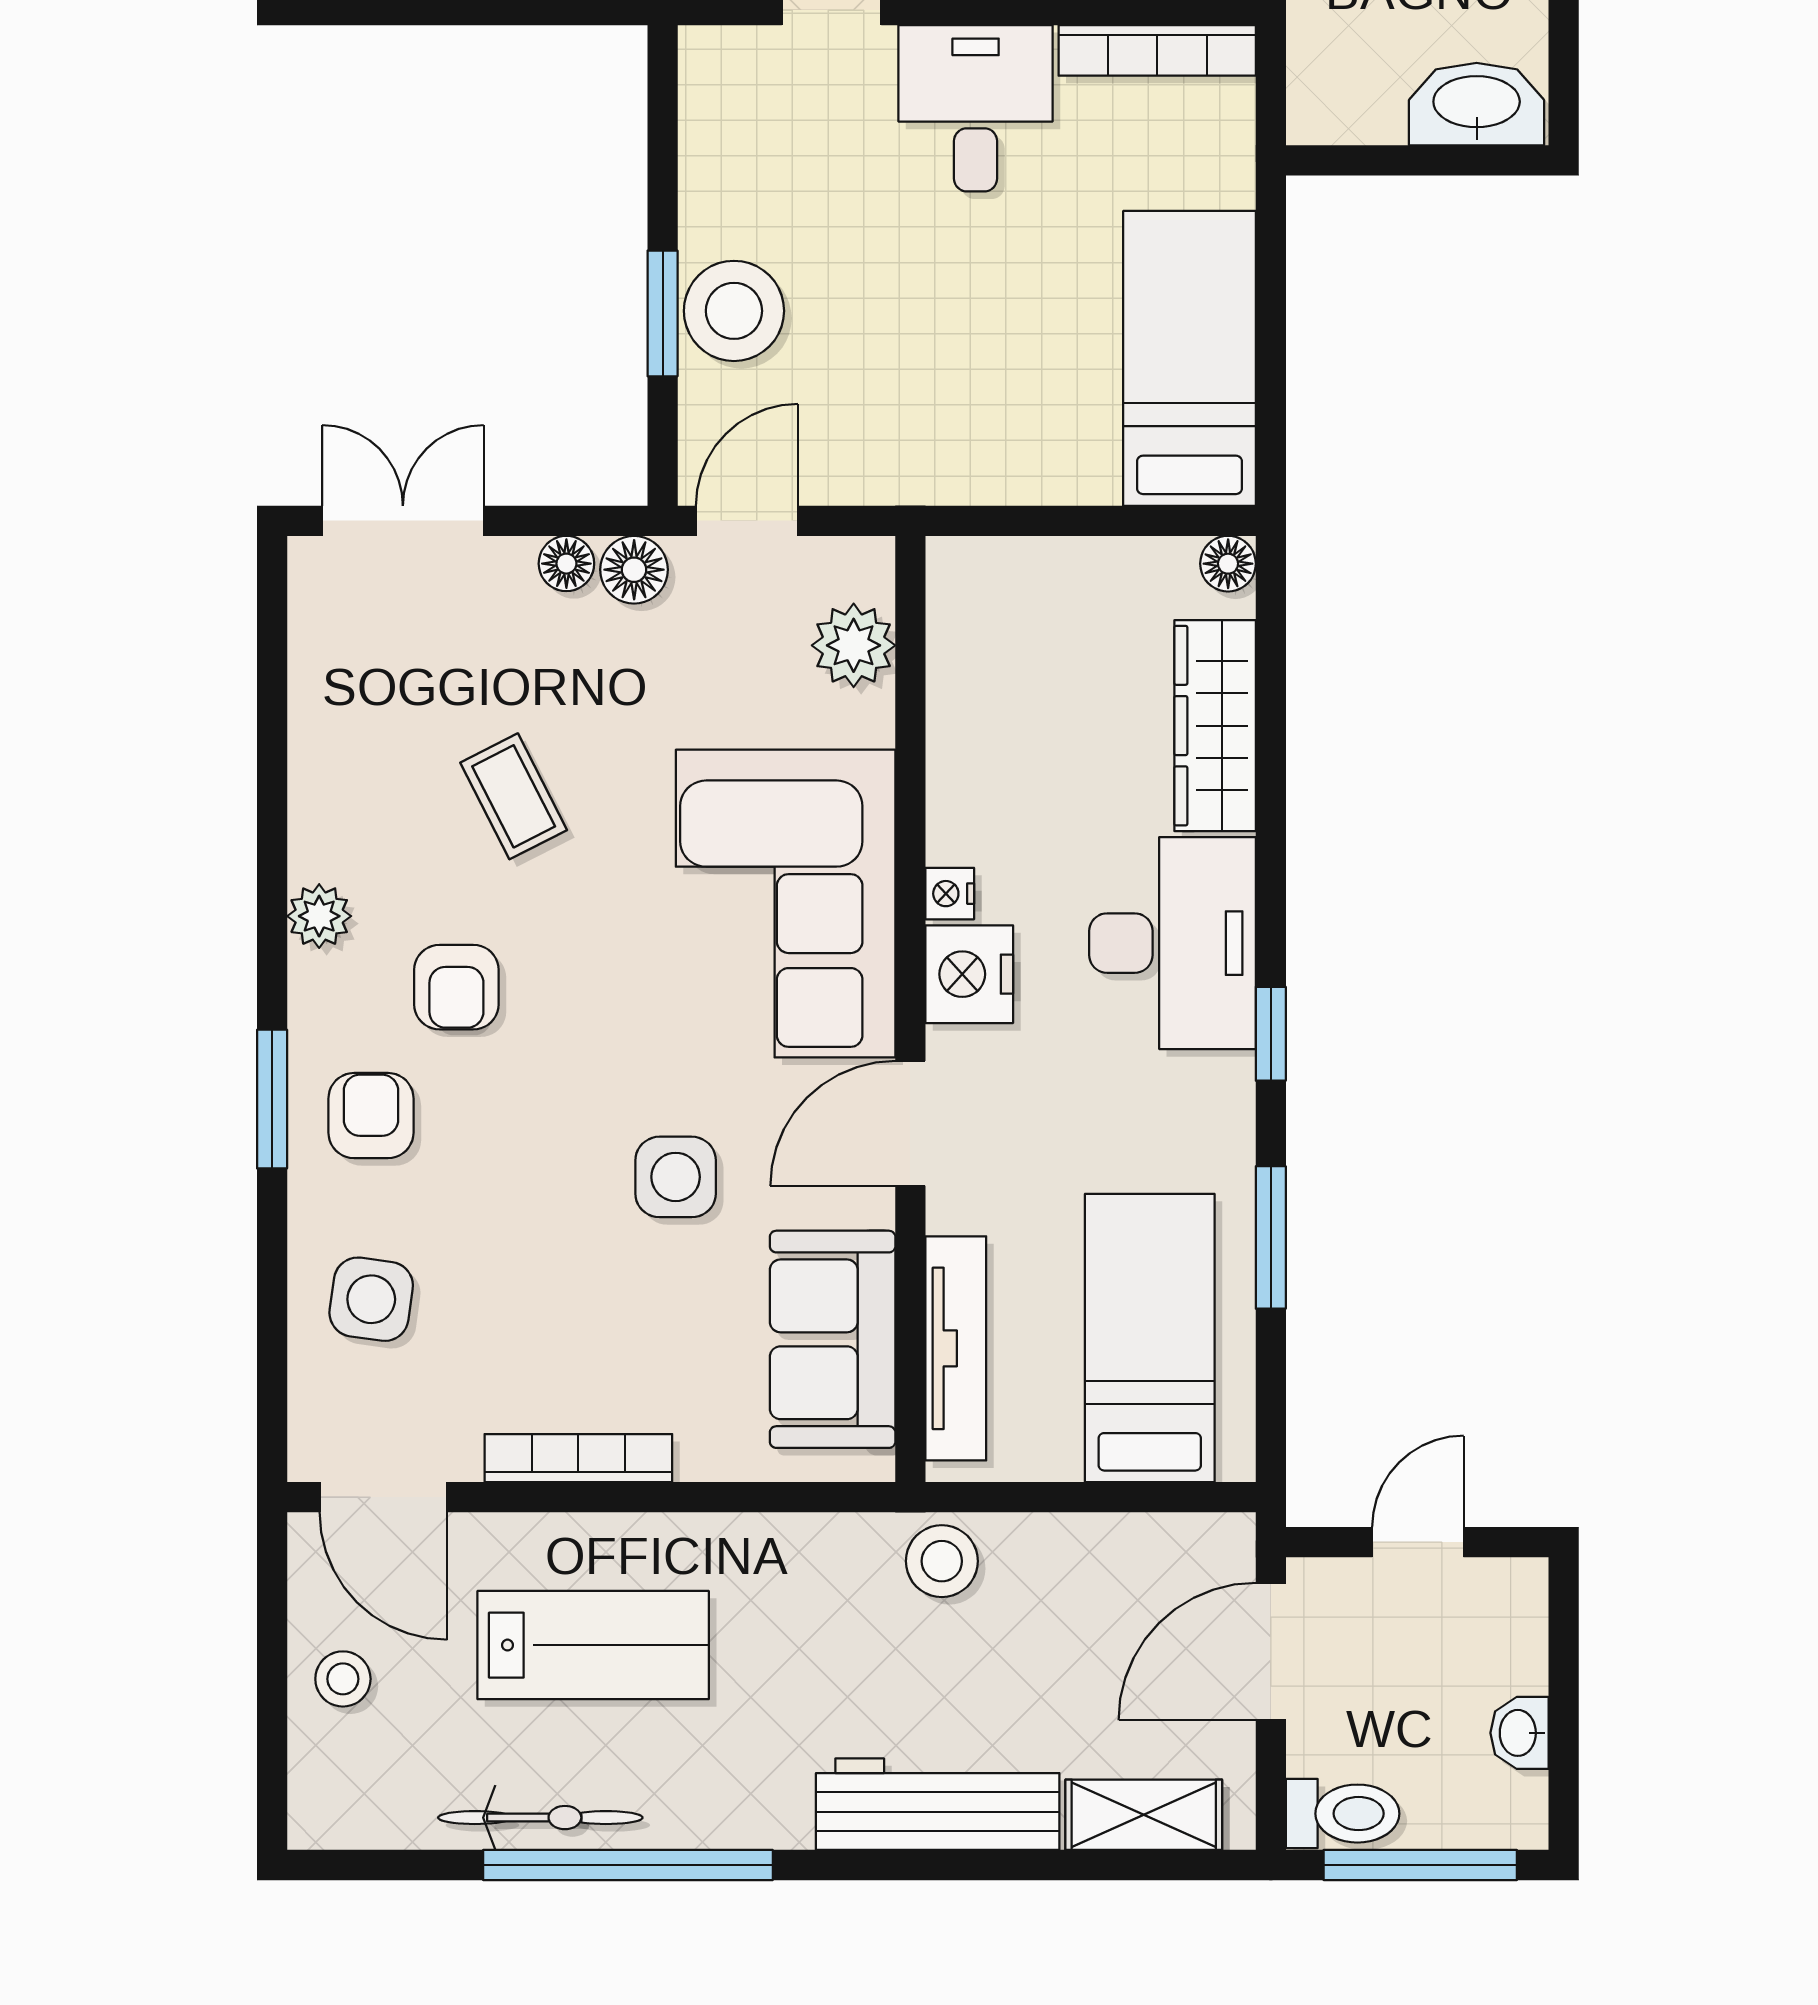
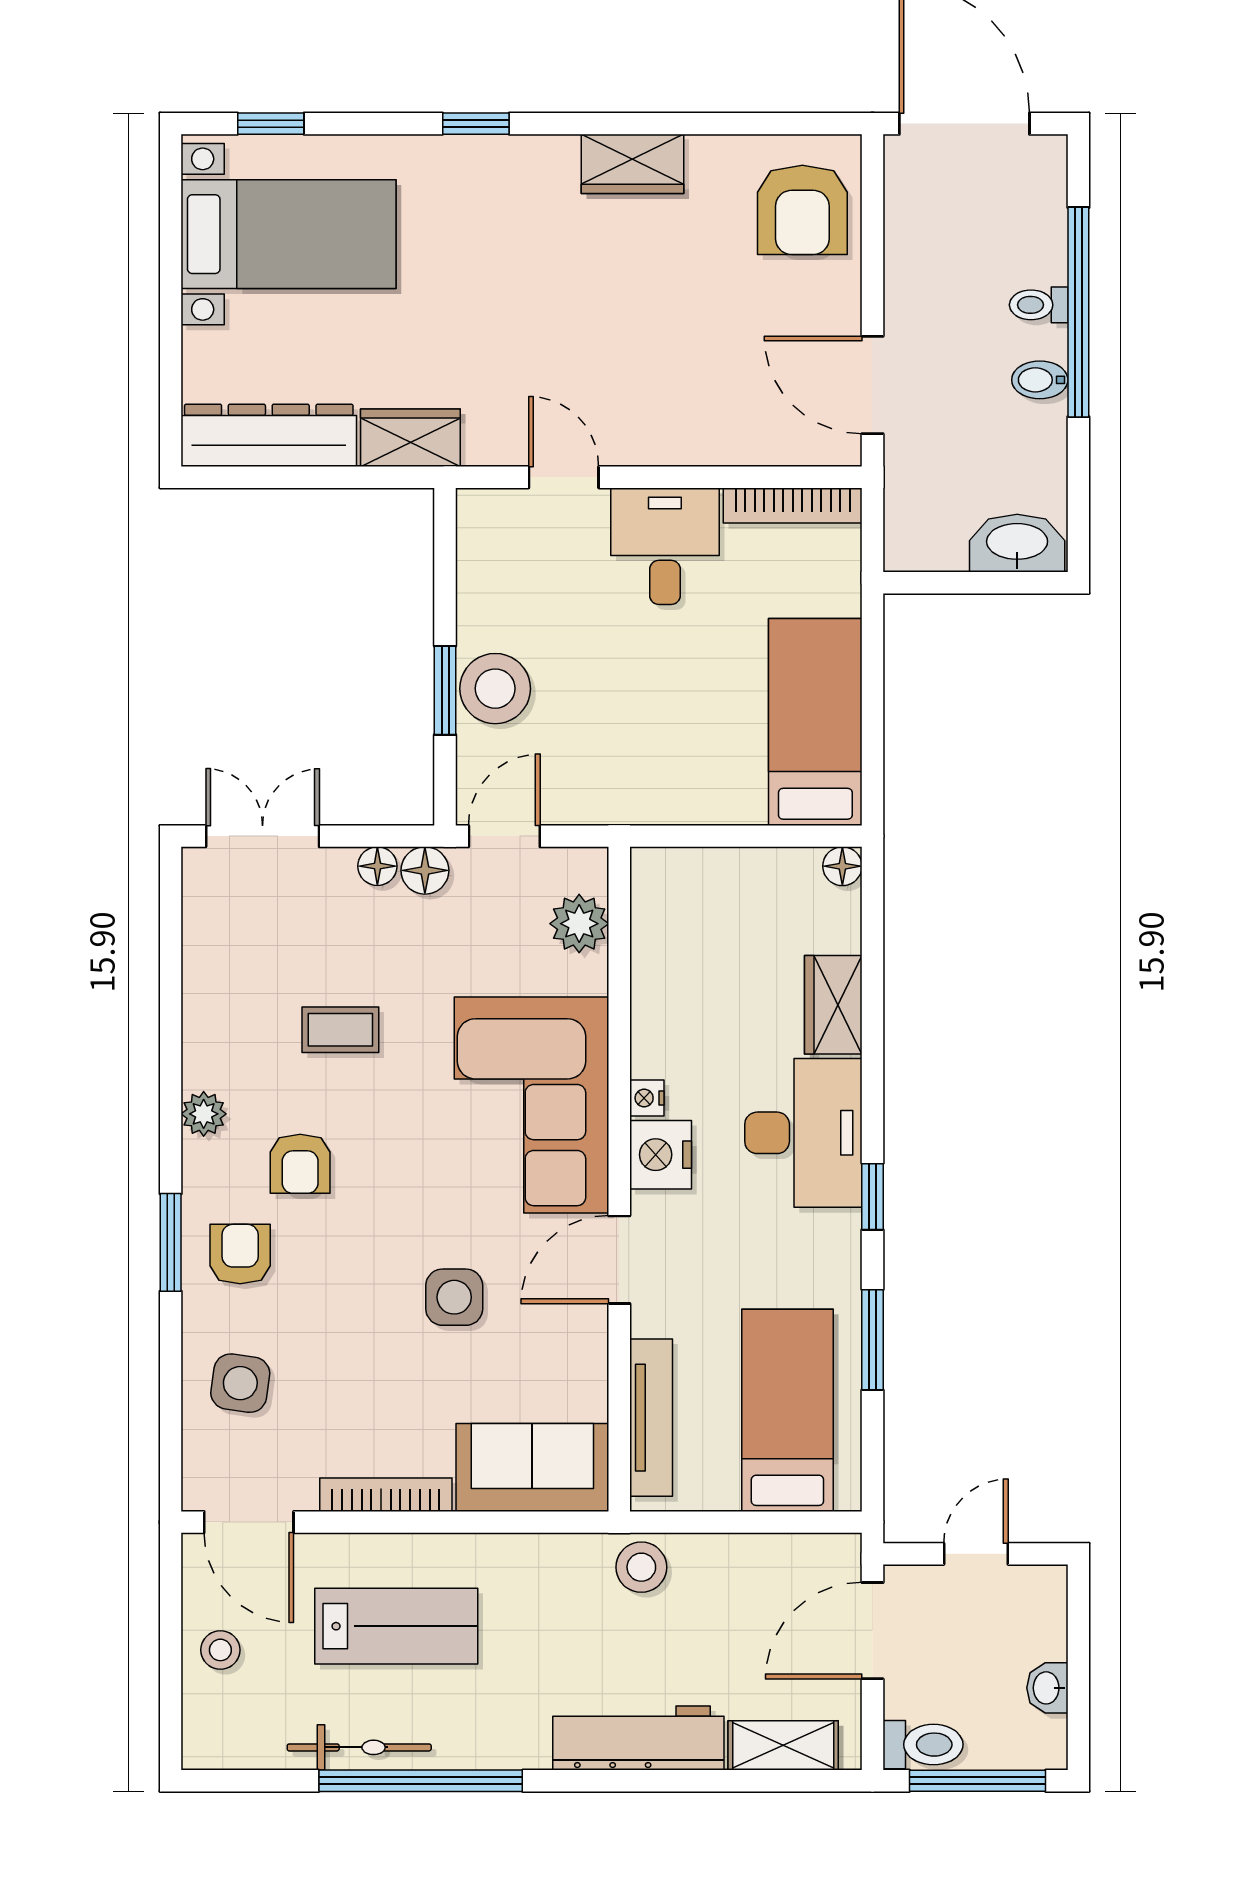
wardrobe: (1215, 726) -> (833, 1005), width x0.67
coffee table: (514, 796) -> (340, 1030), turned -63
sofa: (833, 1339) -> (532, 1467), moved, turned 90

